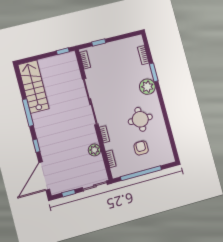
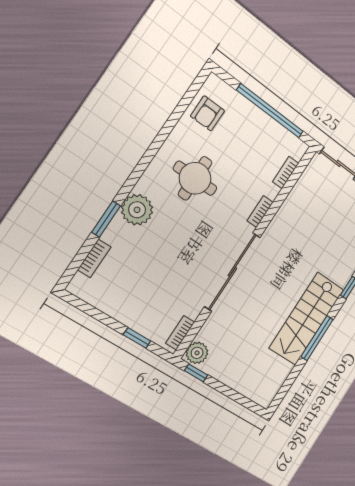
stairs: (34, 87) -> (307, 319), moved
armchair: (141, 148) -> (208, 113), moved
plant: (94, 150) -> (197, 353), moved

